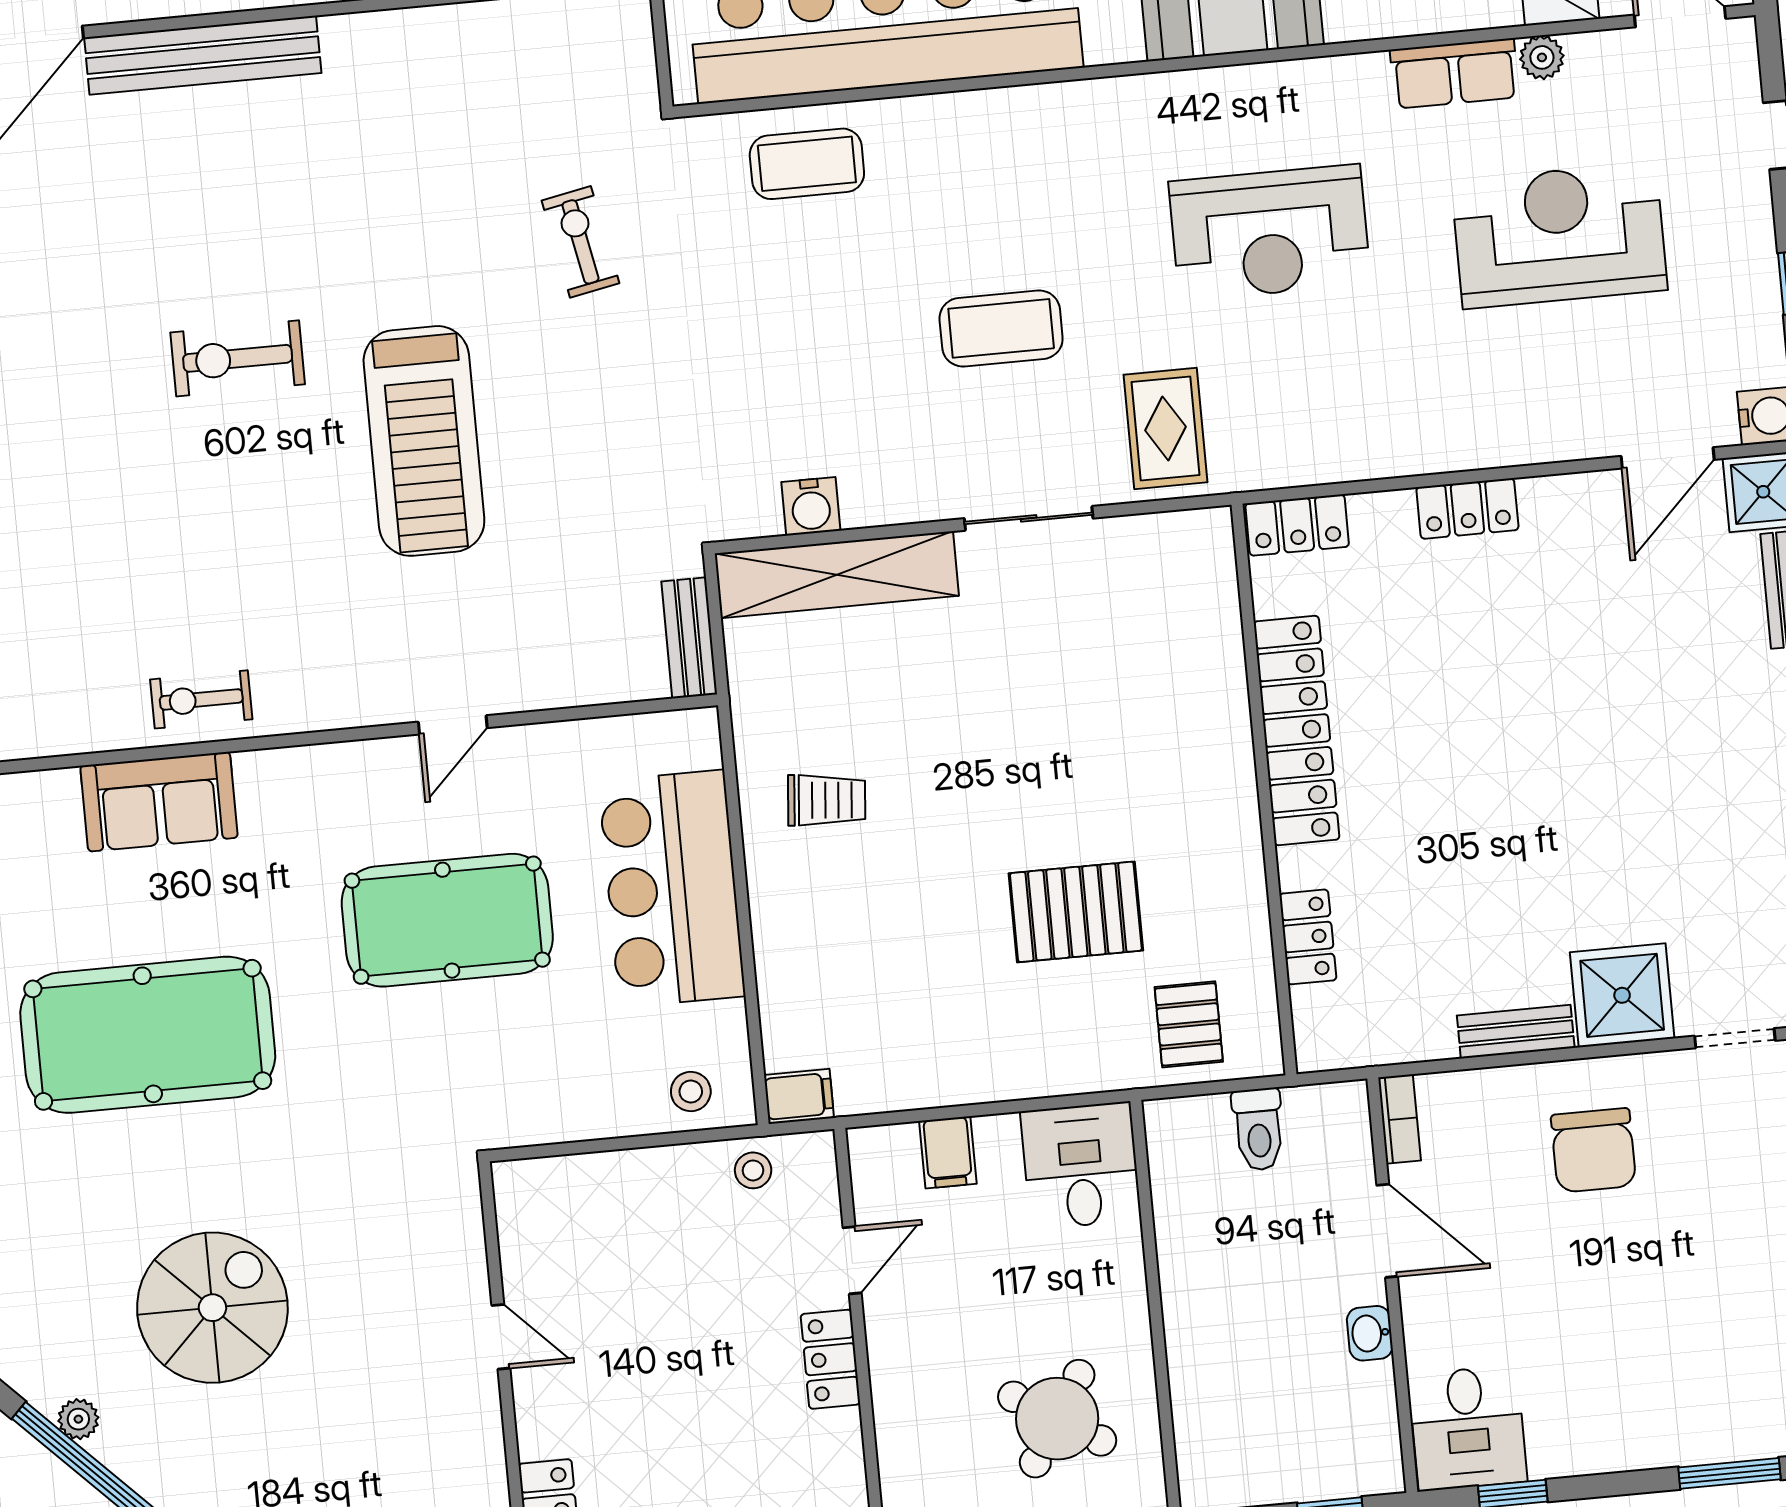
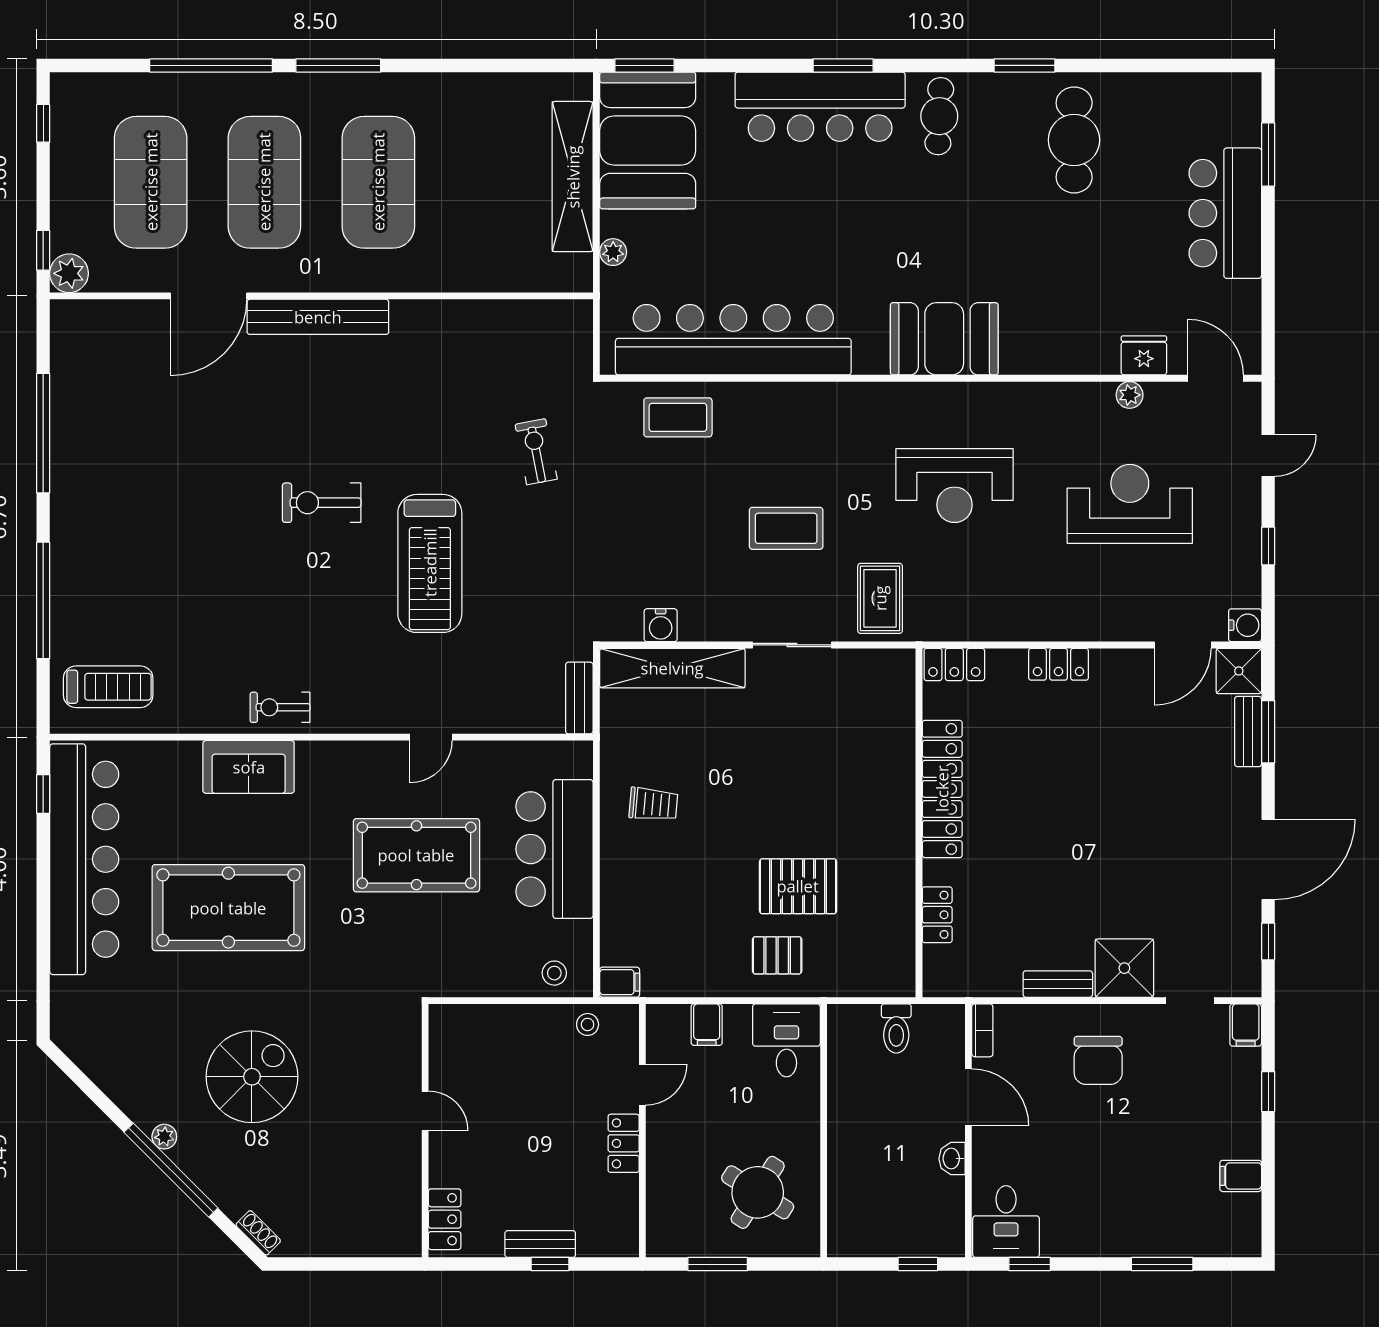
row of seats: (1454, 73) -> (1076, 400), removed
pallet: (1189, 1024) -> (777, 955), moved, turned 90

